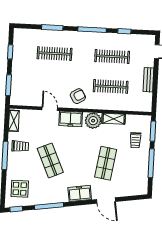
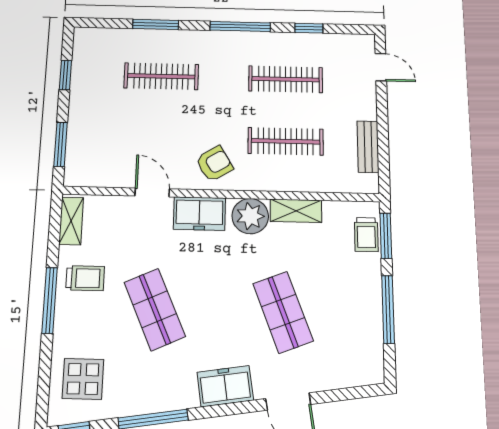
bench: (148, 80) -> (368, 147), moved
trolley: (135, 140) -> (366, 235), moved
shop shelf: (106, 163) -> (283, 312), turned -30

